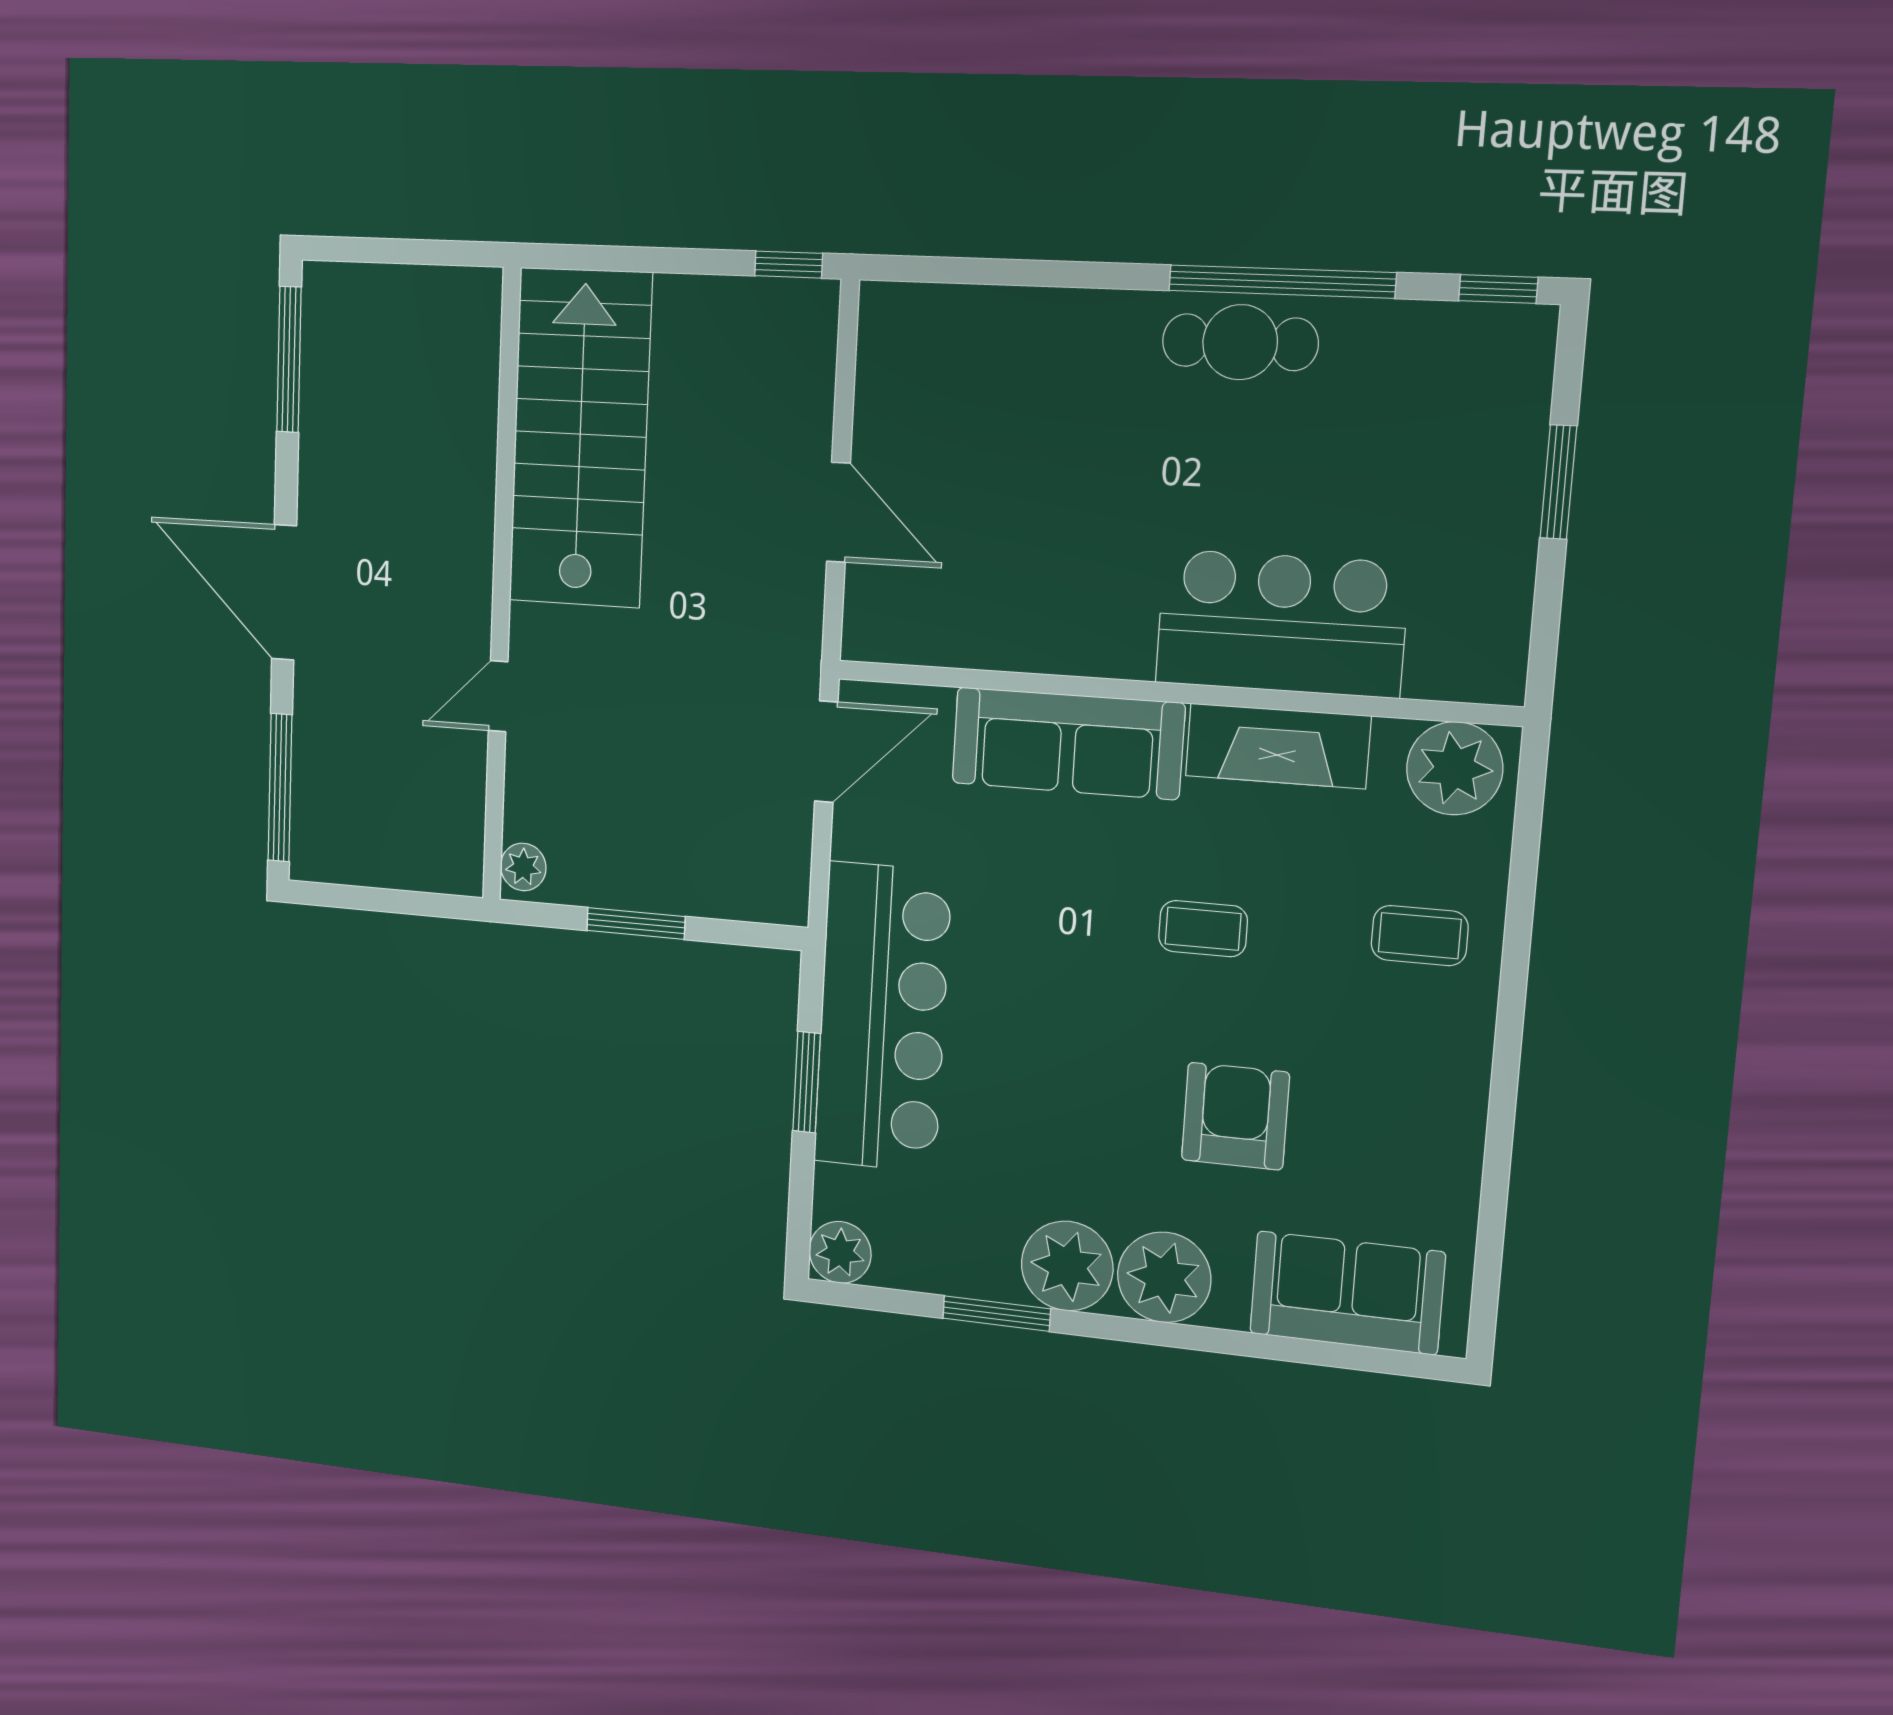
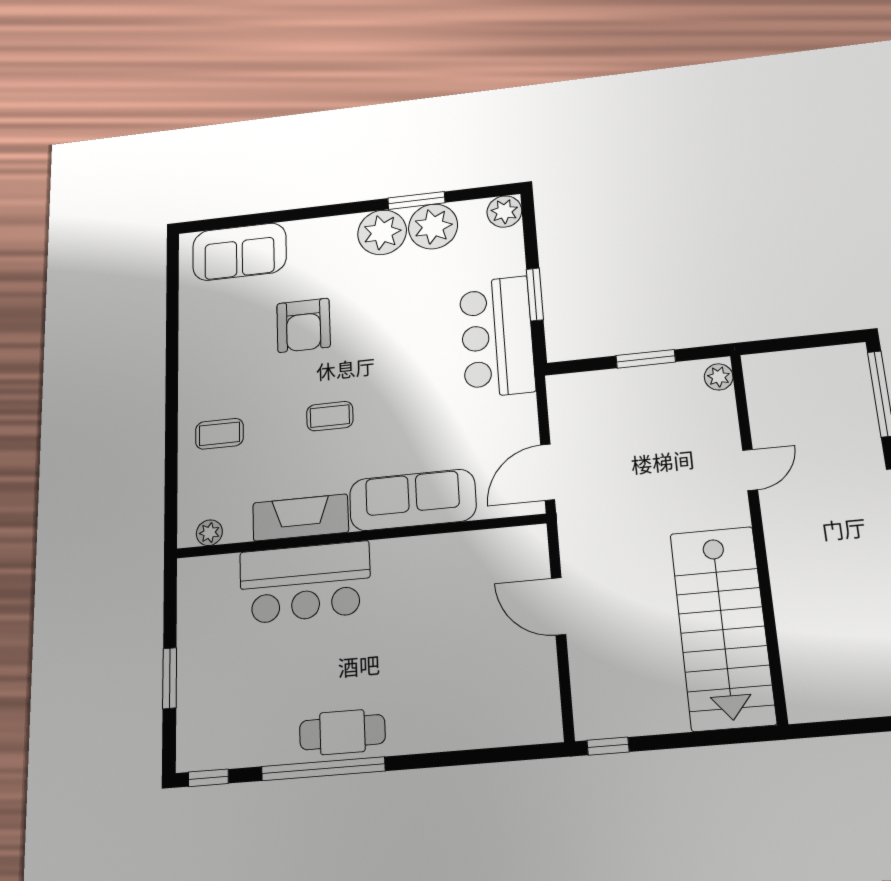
plant: (1455, 768) -> (209, 533), width x0.53, depth x0.53
bar counter: (882, 1018) -> (497, 337), width x0.73
plant: (1164, 1277) -> (433, 226), moved

